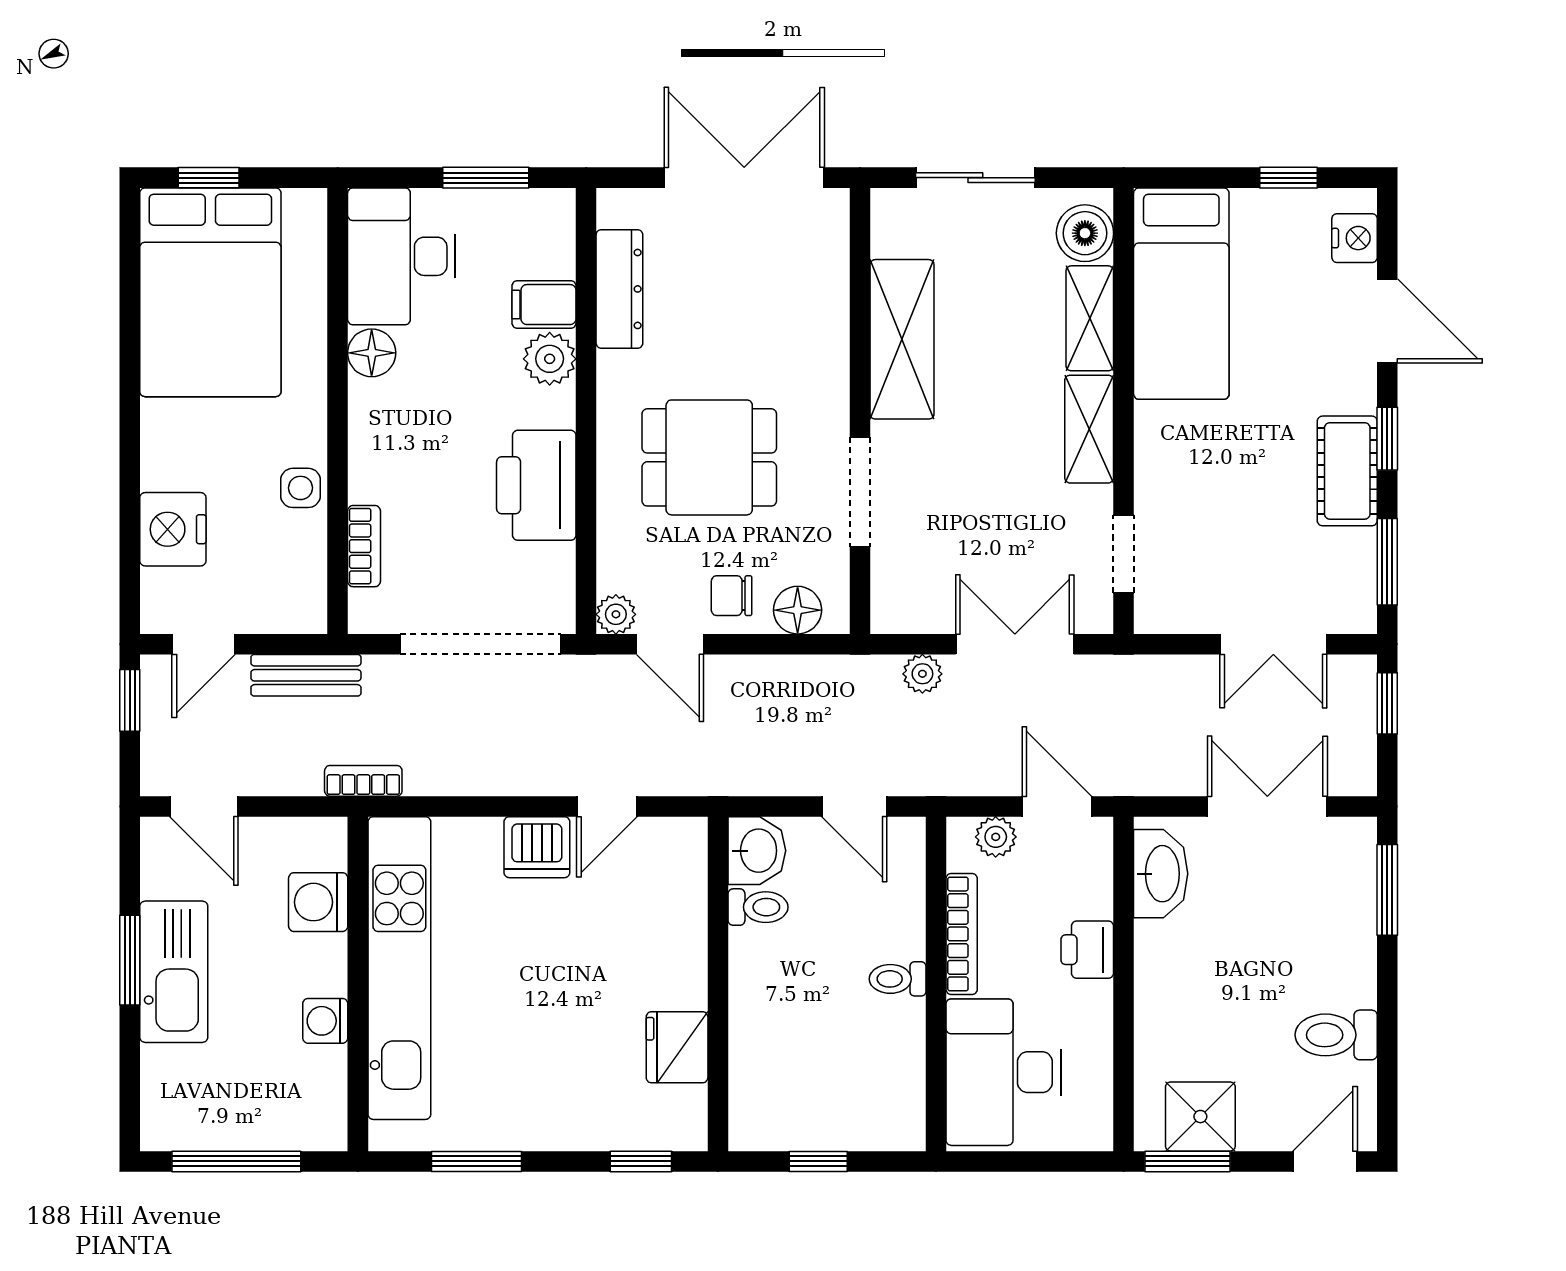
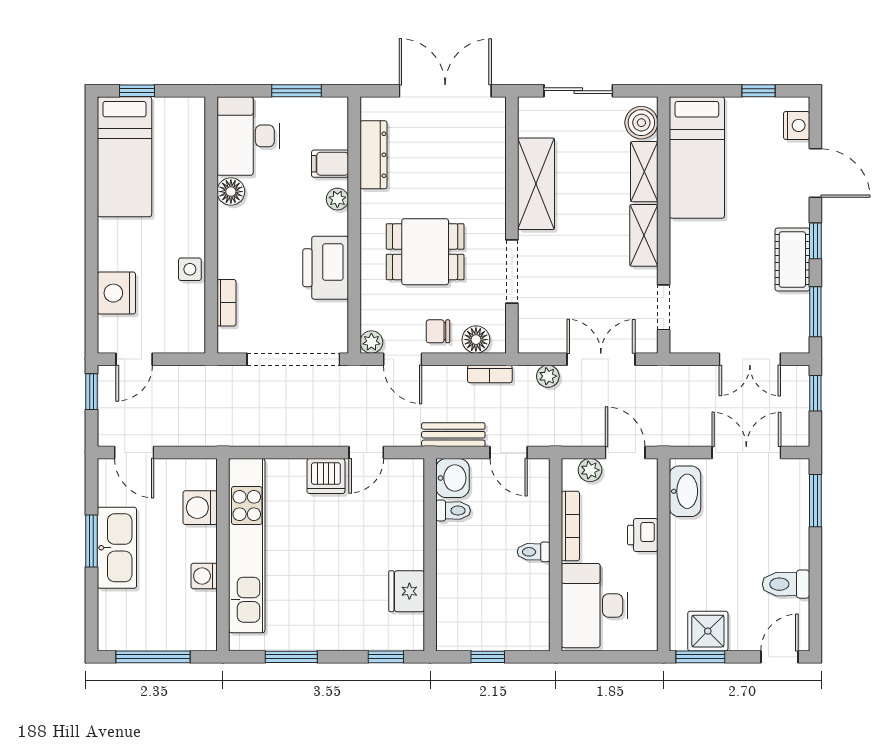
bed: (210, 292) -> (124, 157), width x0.67
plant: (550, 359) -> (337, 199), width x0.73, depth x0.73
bench: (306, 675) -> (453, 435), moved
bookcase: (363, 781) -> (490, 374), moved, turned 180

